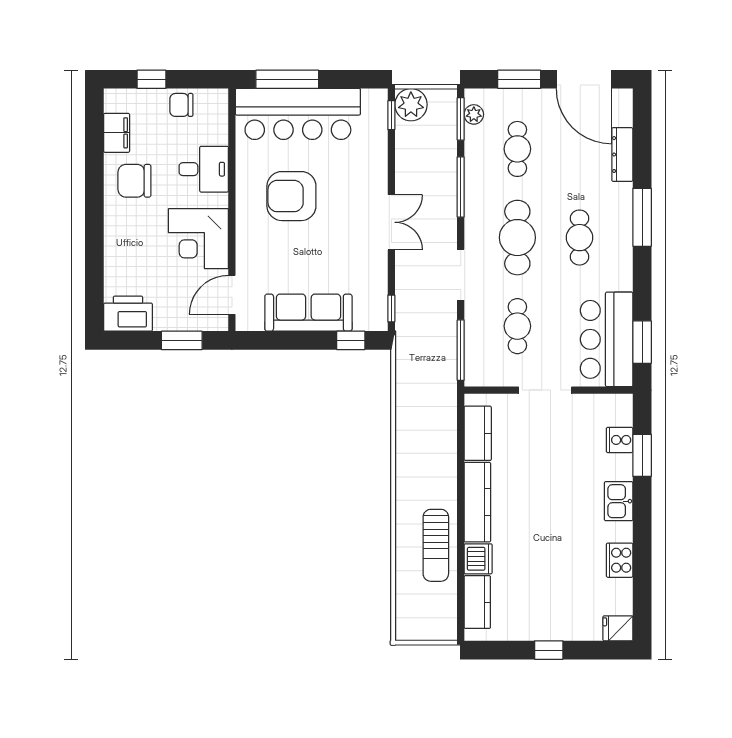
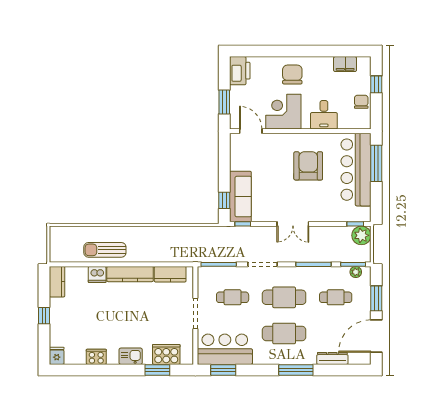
chair: (134, 181) -> (292, 74), moved
cafe table: (580, 238) -> (284, 334), width x1.37, depth x1.35
sofa: (308, 313) -> (240, 197), moved
cooker: (620, 440) -> (166, 354), width x1.87, depth x1.31
kitchen counter: (477, 602) -> (57, 282), moved, turned -90

